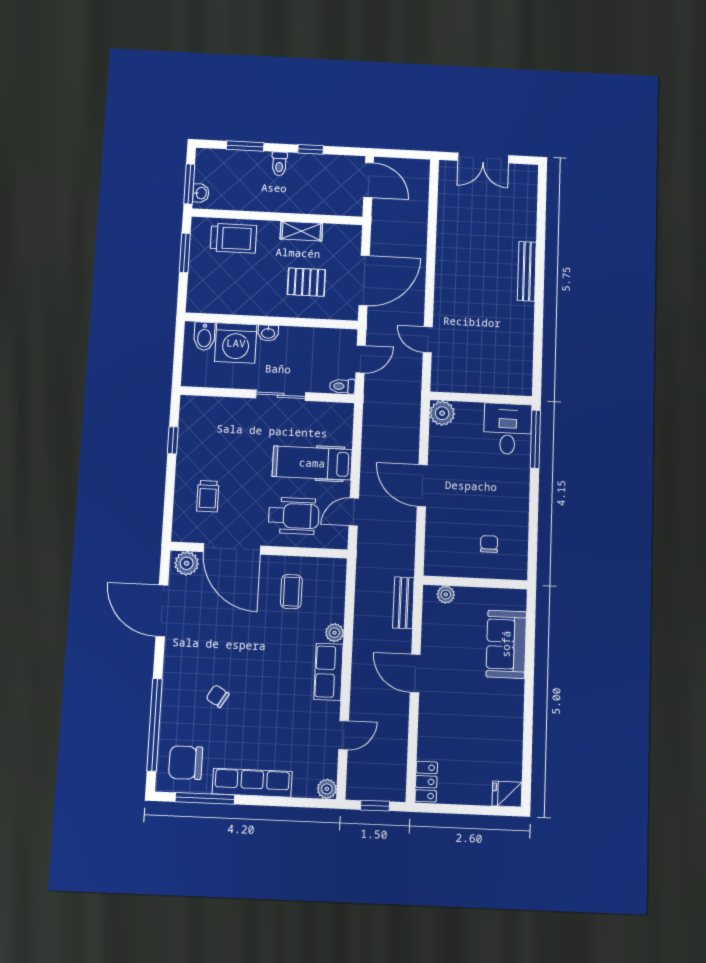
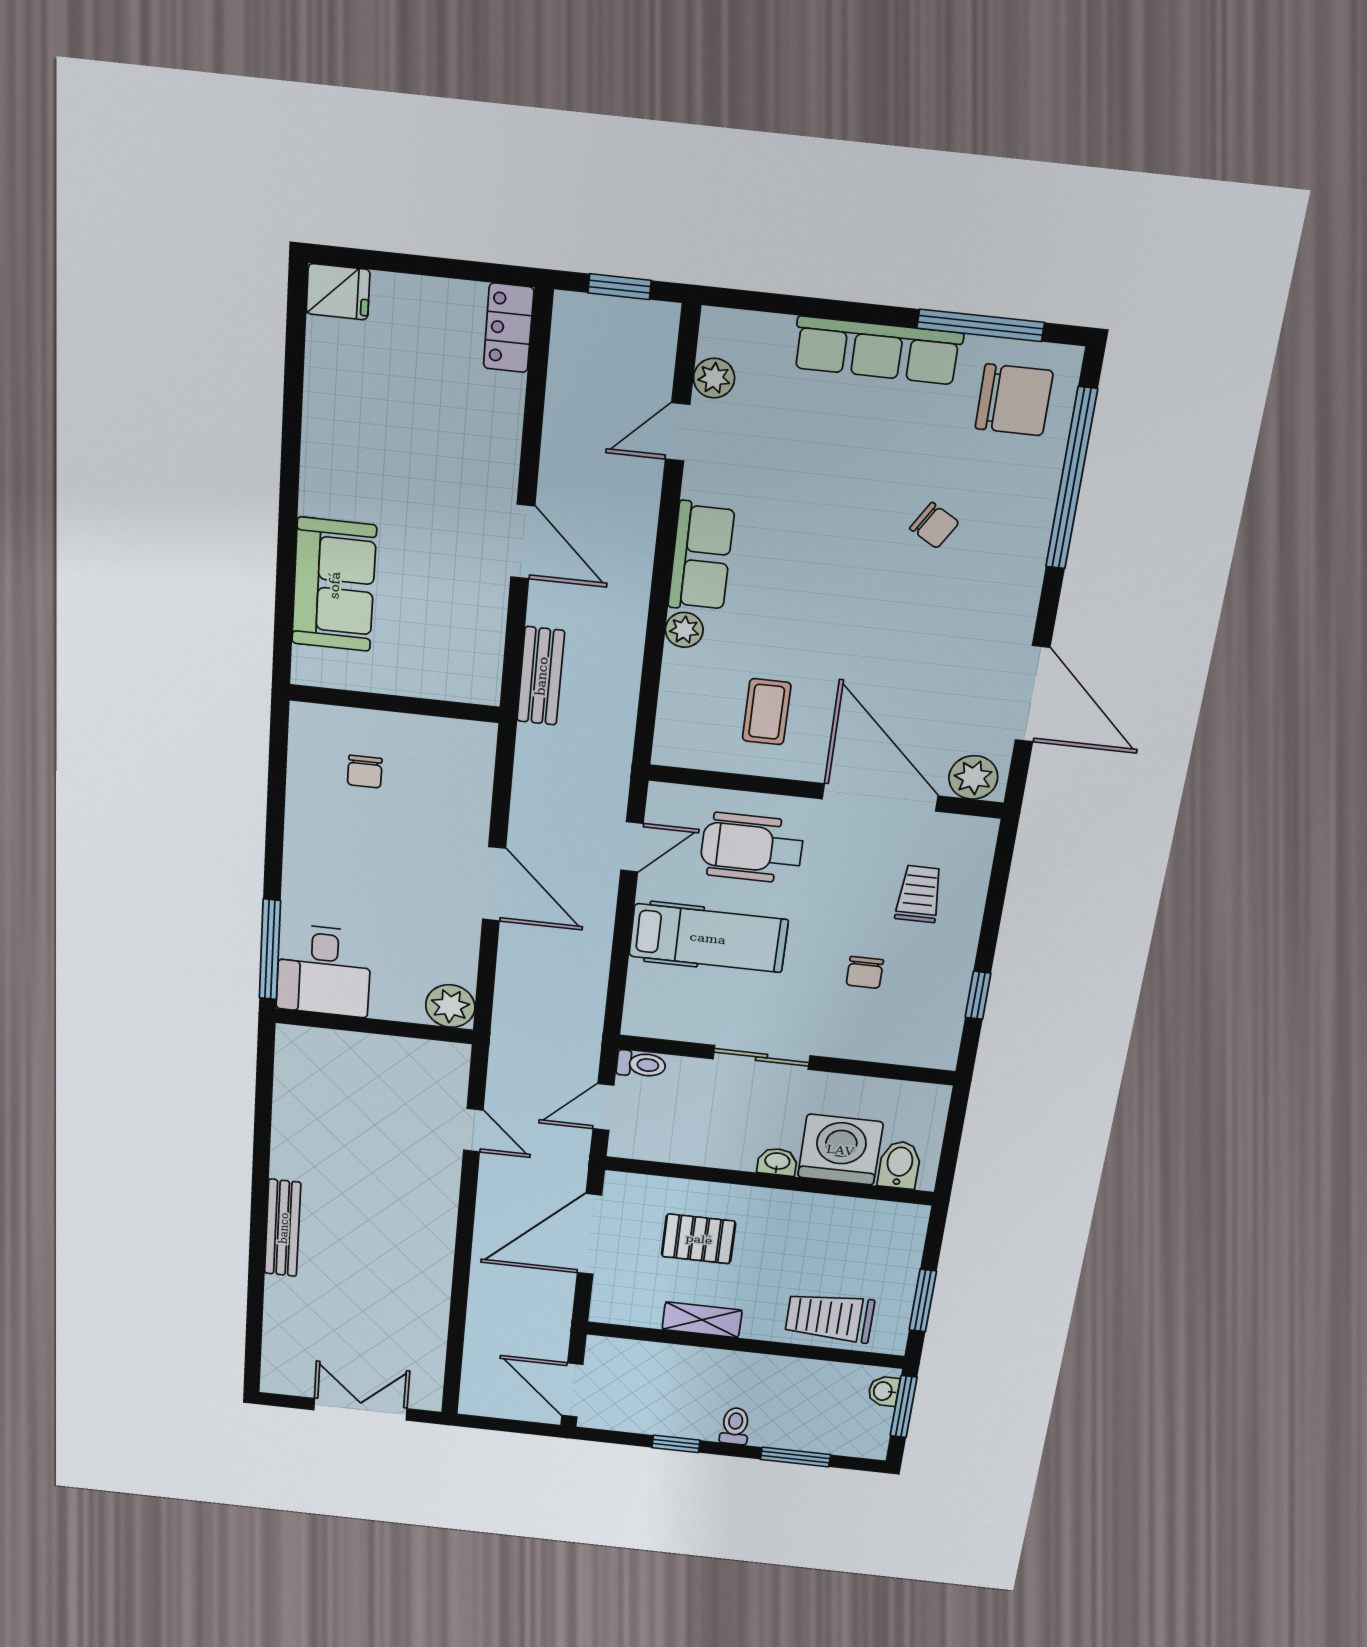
chair: (231, 449) -> (865, 972), added
plant: (446, 595) -> (455, 685), removed
plant: (327, 789) -> (714, 378), moved

